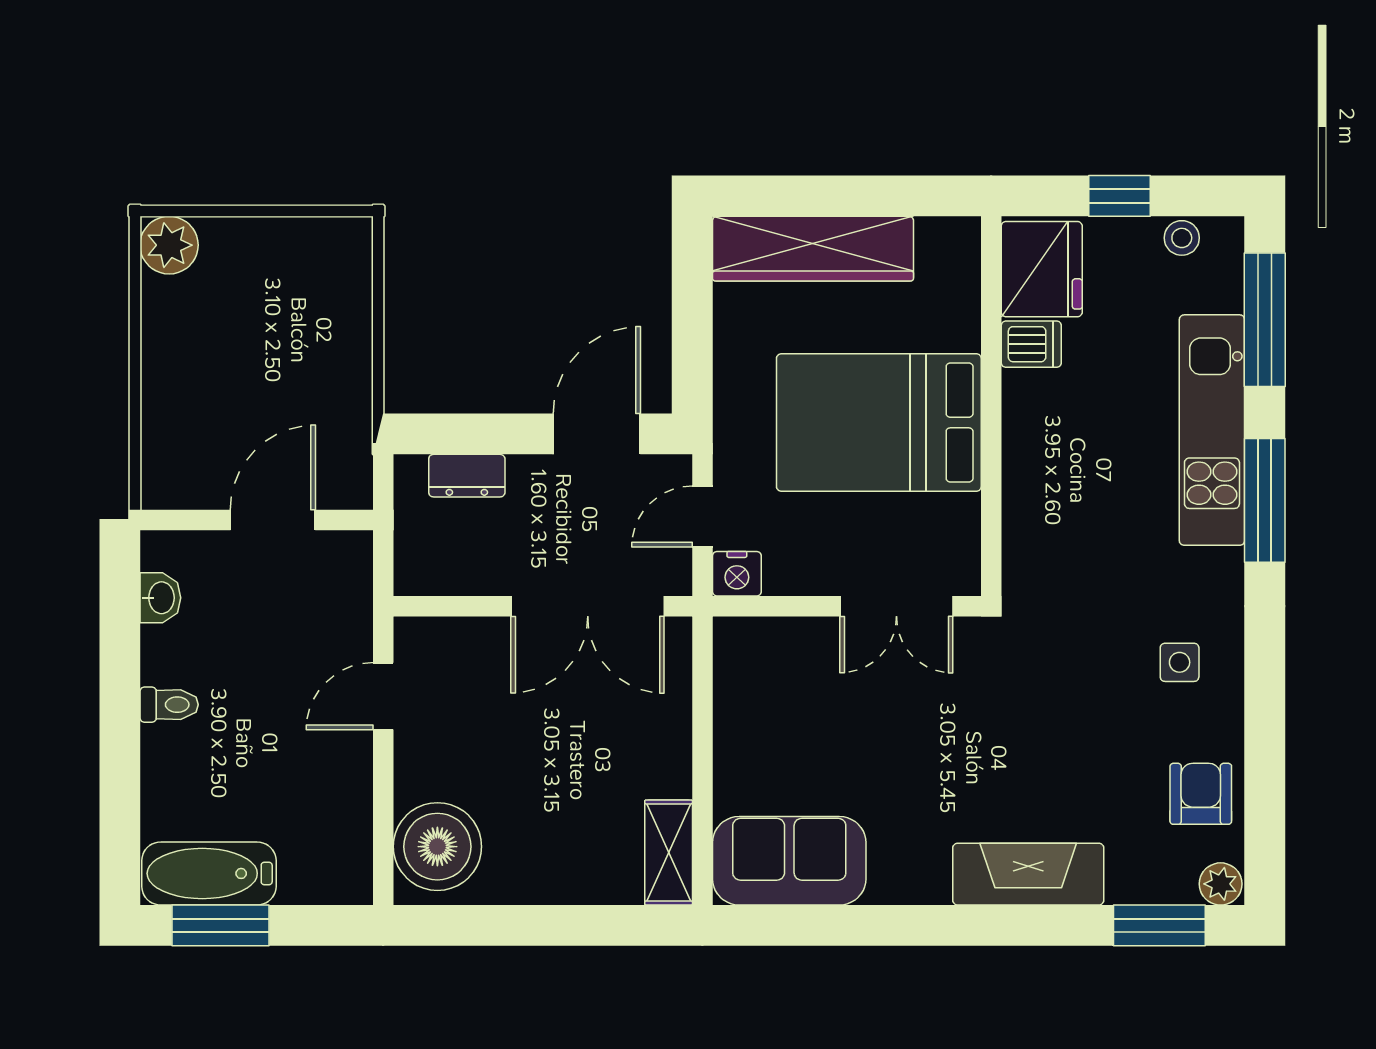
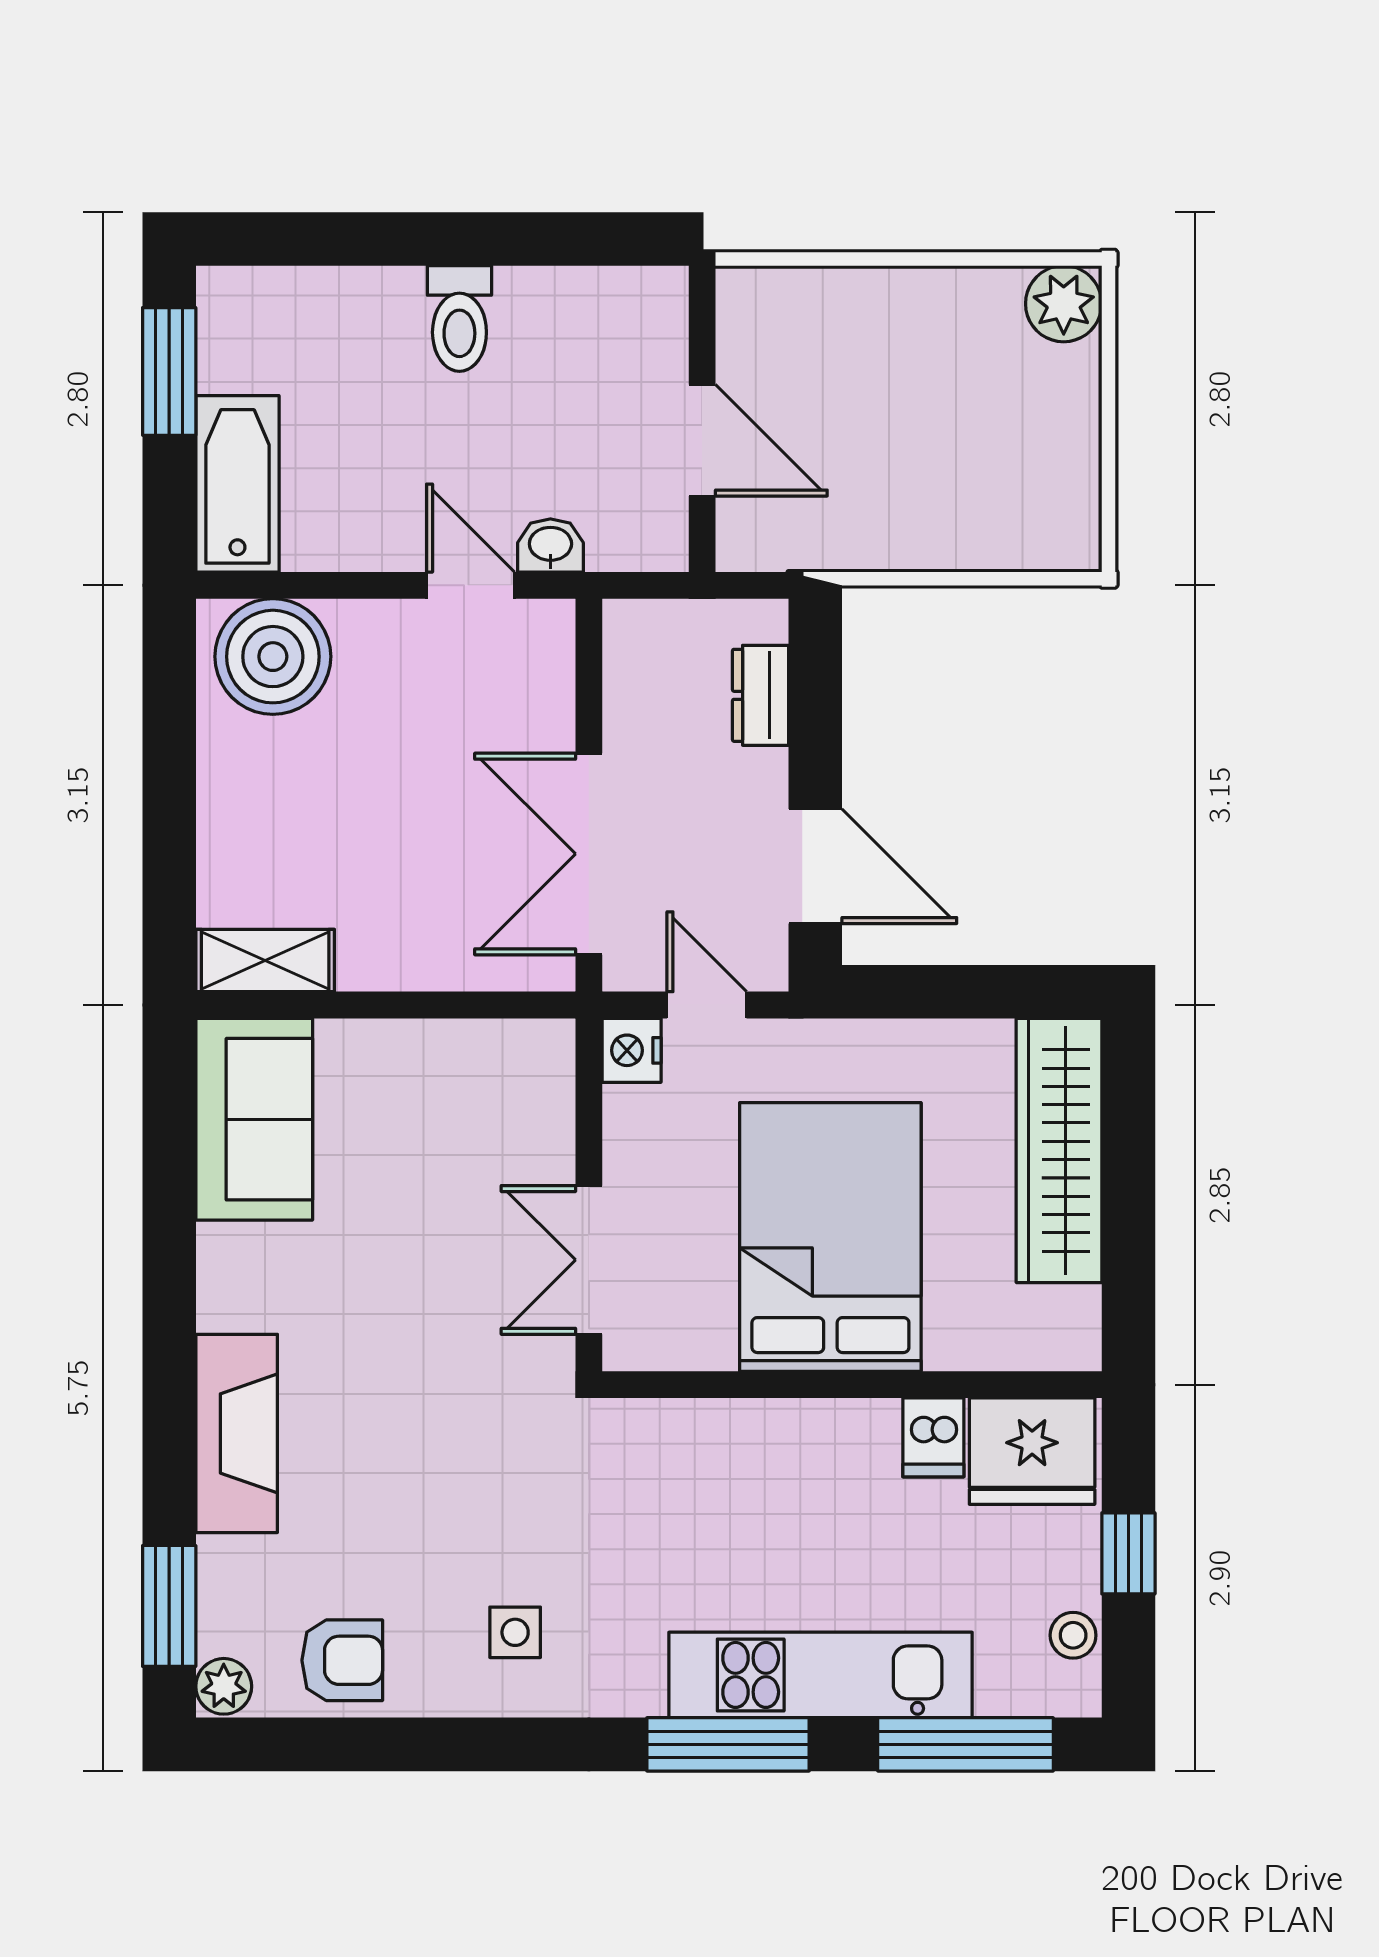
washbasin: (160, 598) -> (550, 545), moved, turned 180
toilet: (169, 705) -> (459, 319), width x1.37, depth x1.39
bathtub: (209, 873) -> (237, 484), moved

